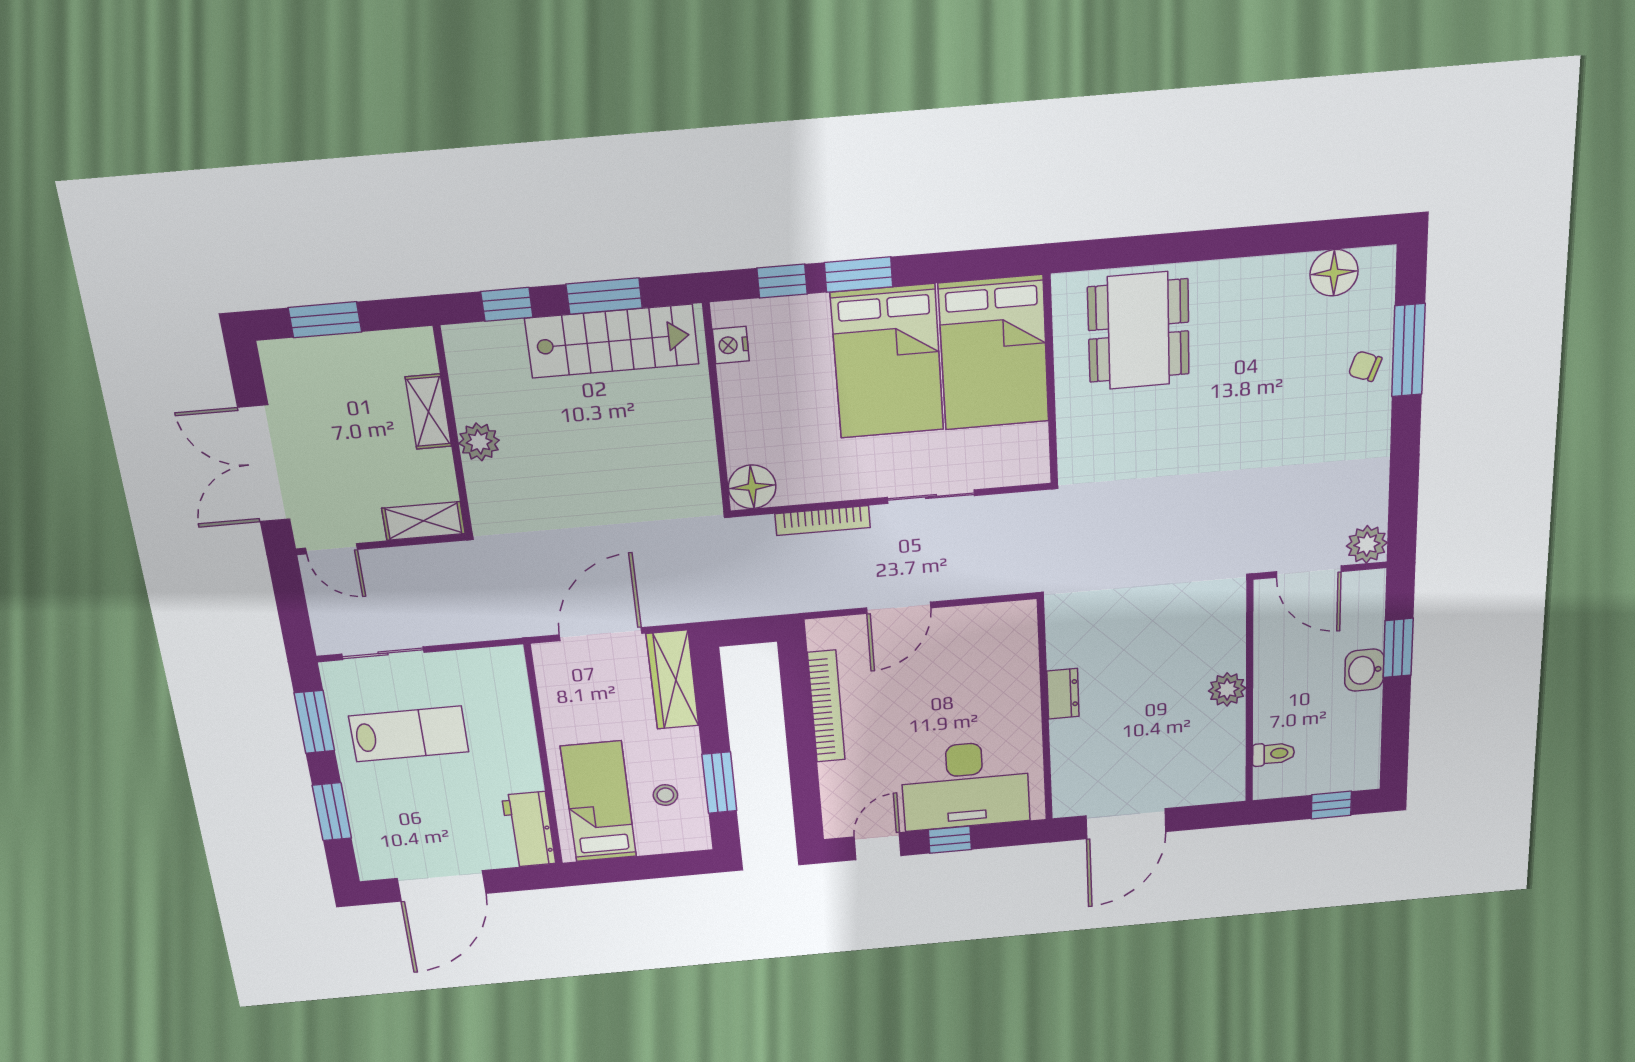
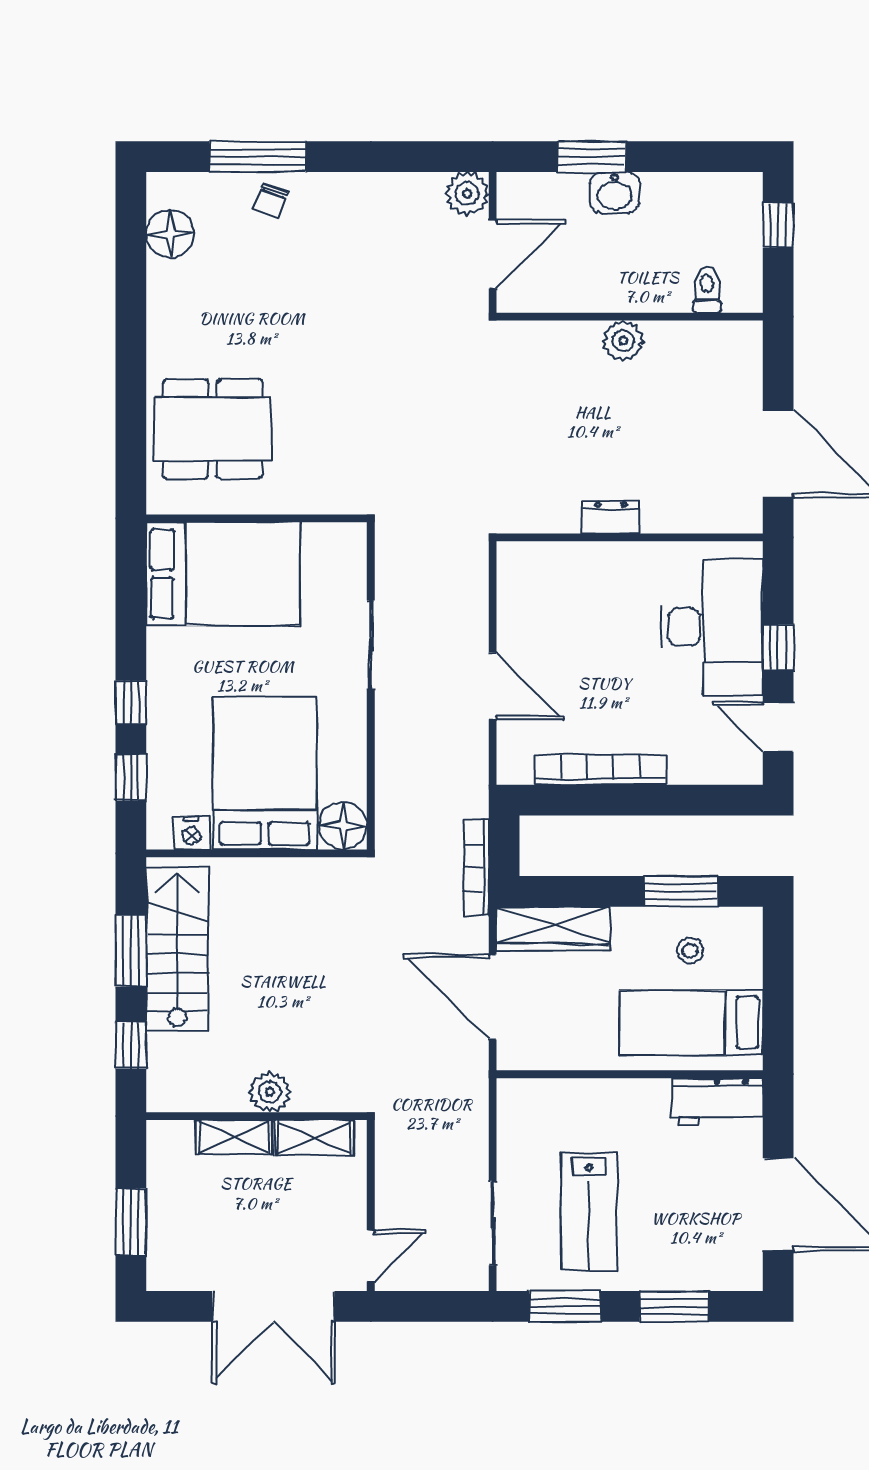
window: (859, 275) -> (131, 702), width x0.67
bed: (887, 362) -> (265, 773), moved, turned -90
shelving: (423, 521) -> (314, 1138), moved, turned 90
bookcase: (823, 521) -> (477, 867), moved, turned 180
lab bench: (409, 734) -> (589, 1211), turned 180

